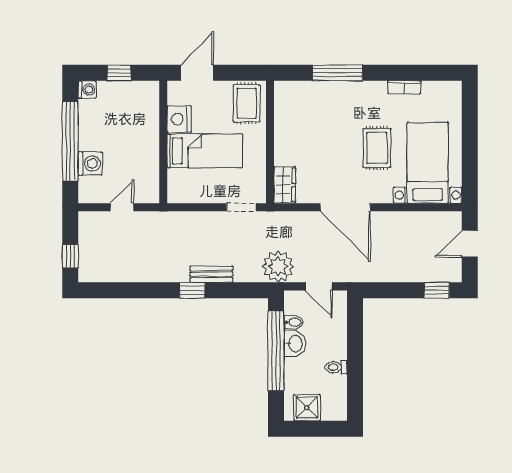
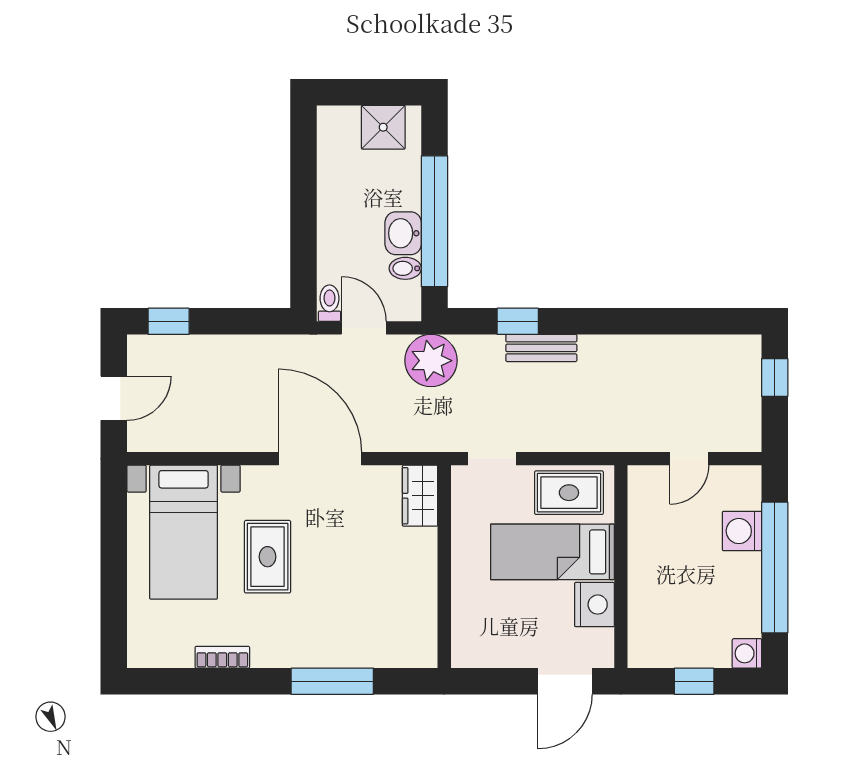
rug: (247, 103) -> (569, 493), moved, turned 90
window: (192, 290) -> (518, 321), moved
toilet: (336, 367) -> (329, 303), moved, turned -90

